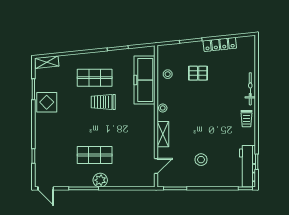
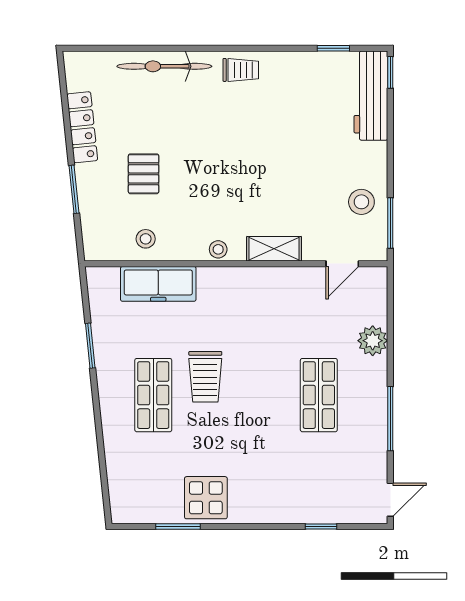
shelving: (47, 62) -> (120, 497), removed
freezer: (144, 80) -> (158, 284), width x0.73, depth x0.79
bicycle: (250, 89) -> (164, 66), width x1.37, depth x1.40
stool: (201, 160) -> (361, 202), moved
door: (156, 166) -> (342, 264), swing flipped
workbench: (248, 166) -> (371, 96), moved, turned 90
plant: (100, 180) -> (373, 341), moved

